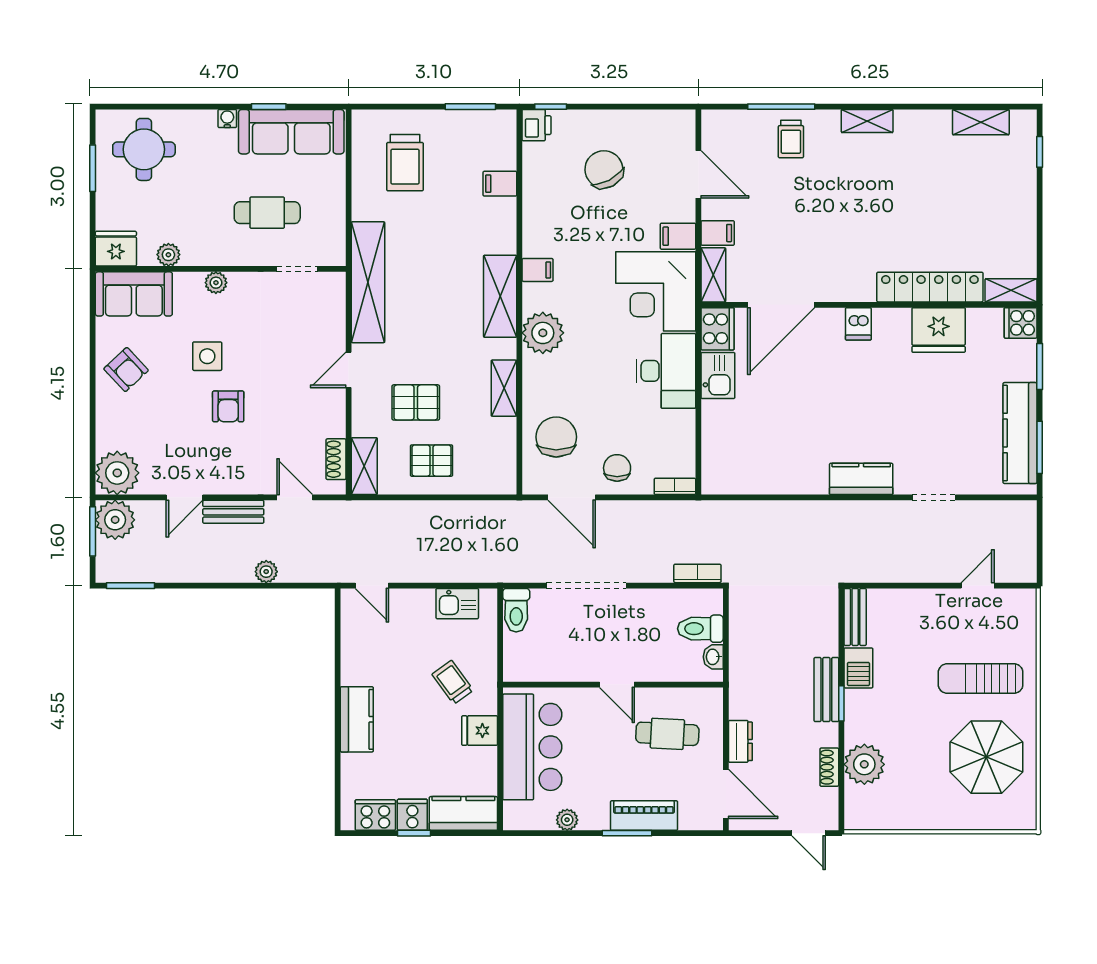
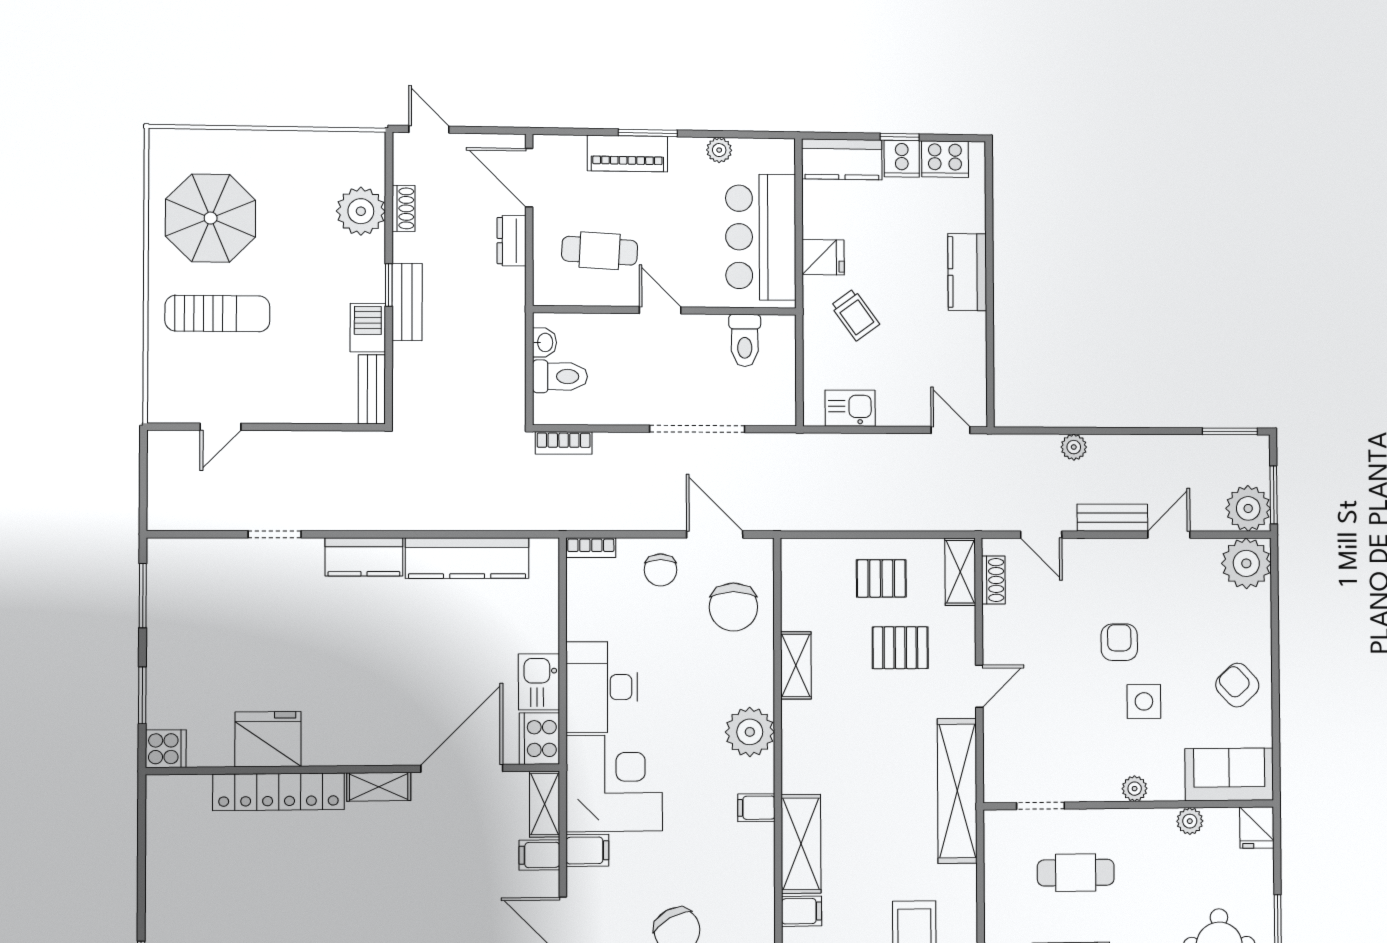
fridge: (116, 249) -> (1257, 828), width x0.72
shelving: (1011, 290) -> (379, 787), moved
shelving: (500, 296) -> (801, 844), moved
dishwasher: (858, 324) -> (367, 746), removed
kitchen counter: (1020, 433) -> (467, 558), moved, turned 90
toilet: (516, 610) -> (745, 340), moved, turned 180

